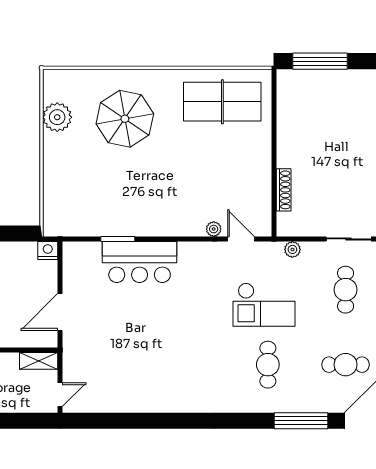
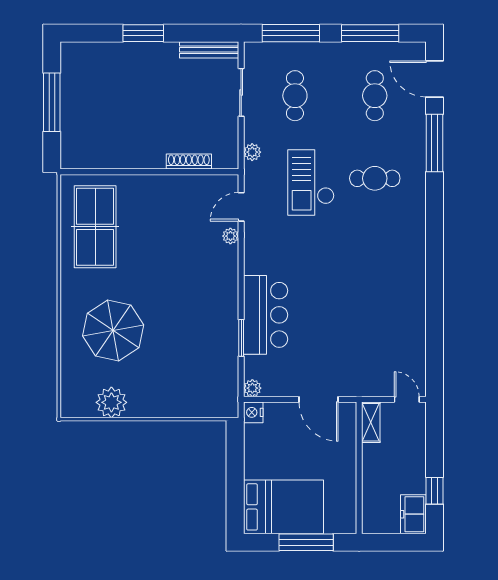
window: (320, 61) -> (52, 102), moved
plant: (71, 250) -> (252, 388), added
cafe table: (346, 290) -> (295, 96), turned 90
checkout: (264, 305) -> (311, 182), turned 180

